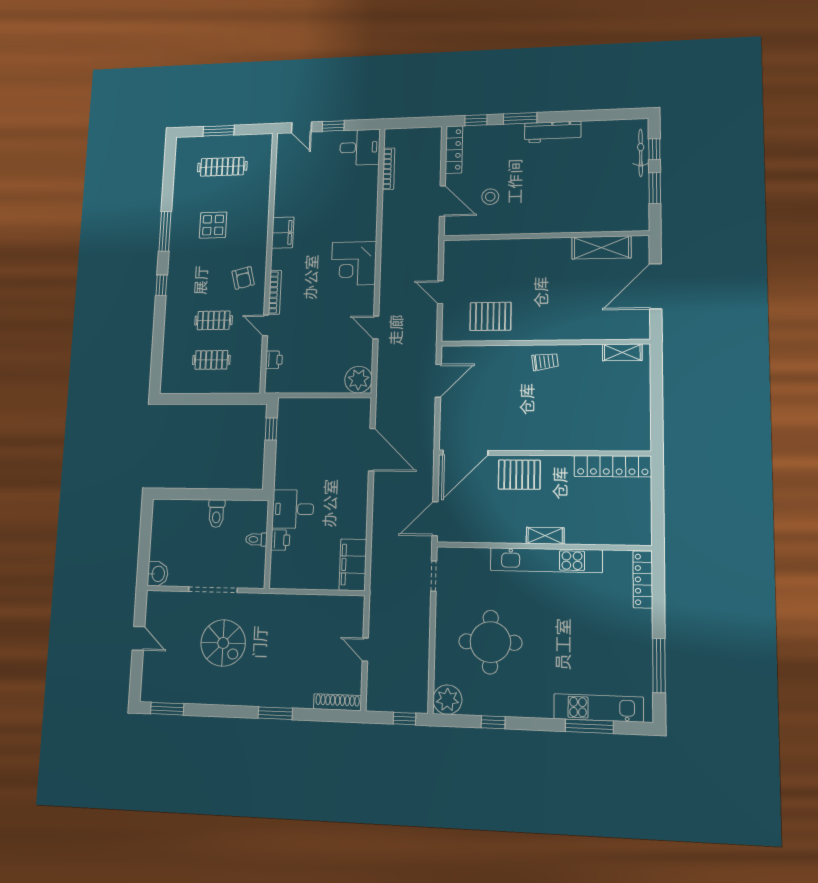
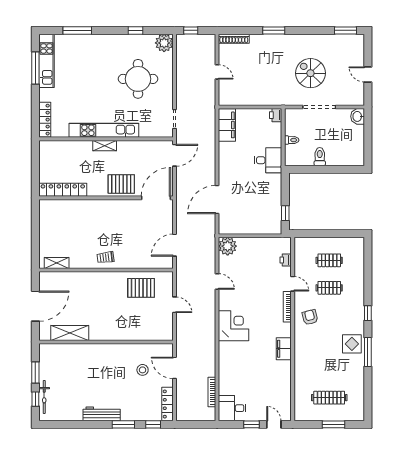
display table: (213, 225) -> (352, 344), moved
door: (372, 450) -> (217, 200), hinge flipped
printer: (280, 540) -> (276, 115), moved
kitchen unit: (598, 708) -> (47, 61), moved, turned -90

